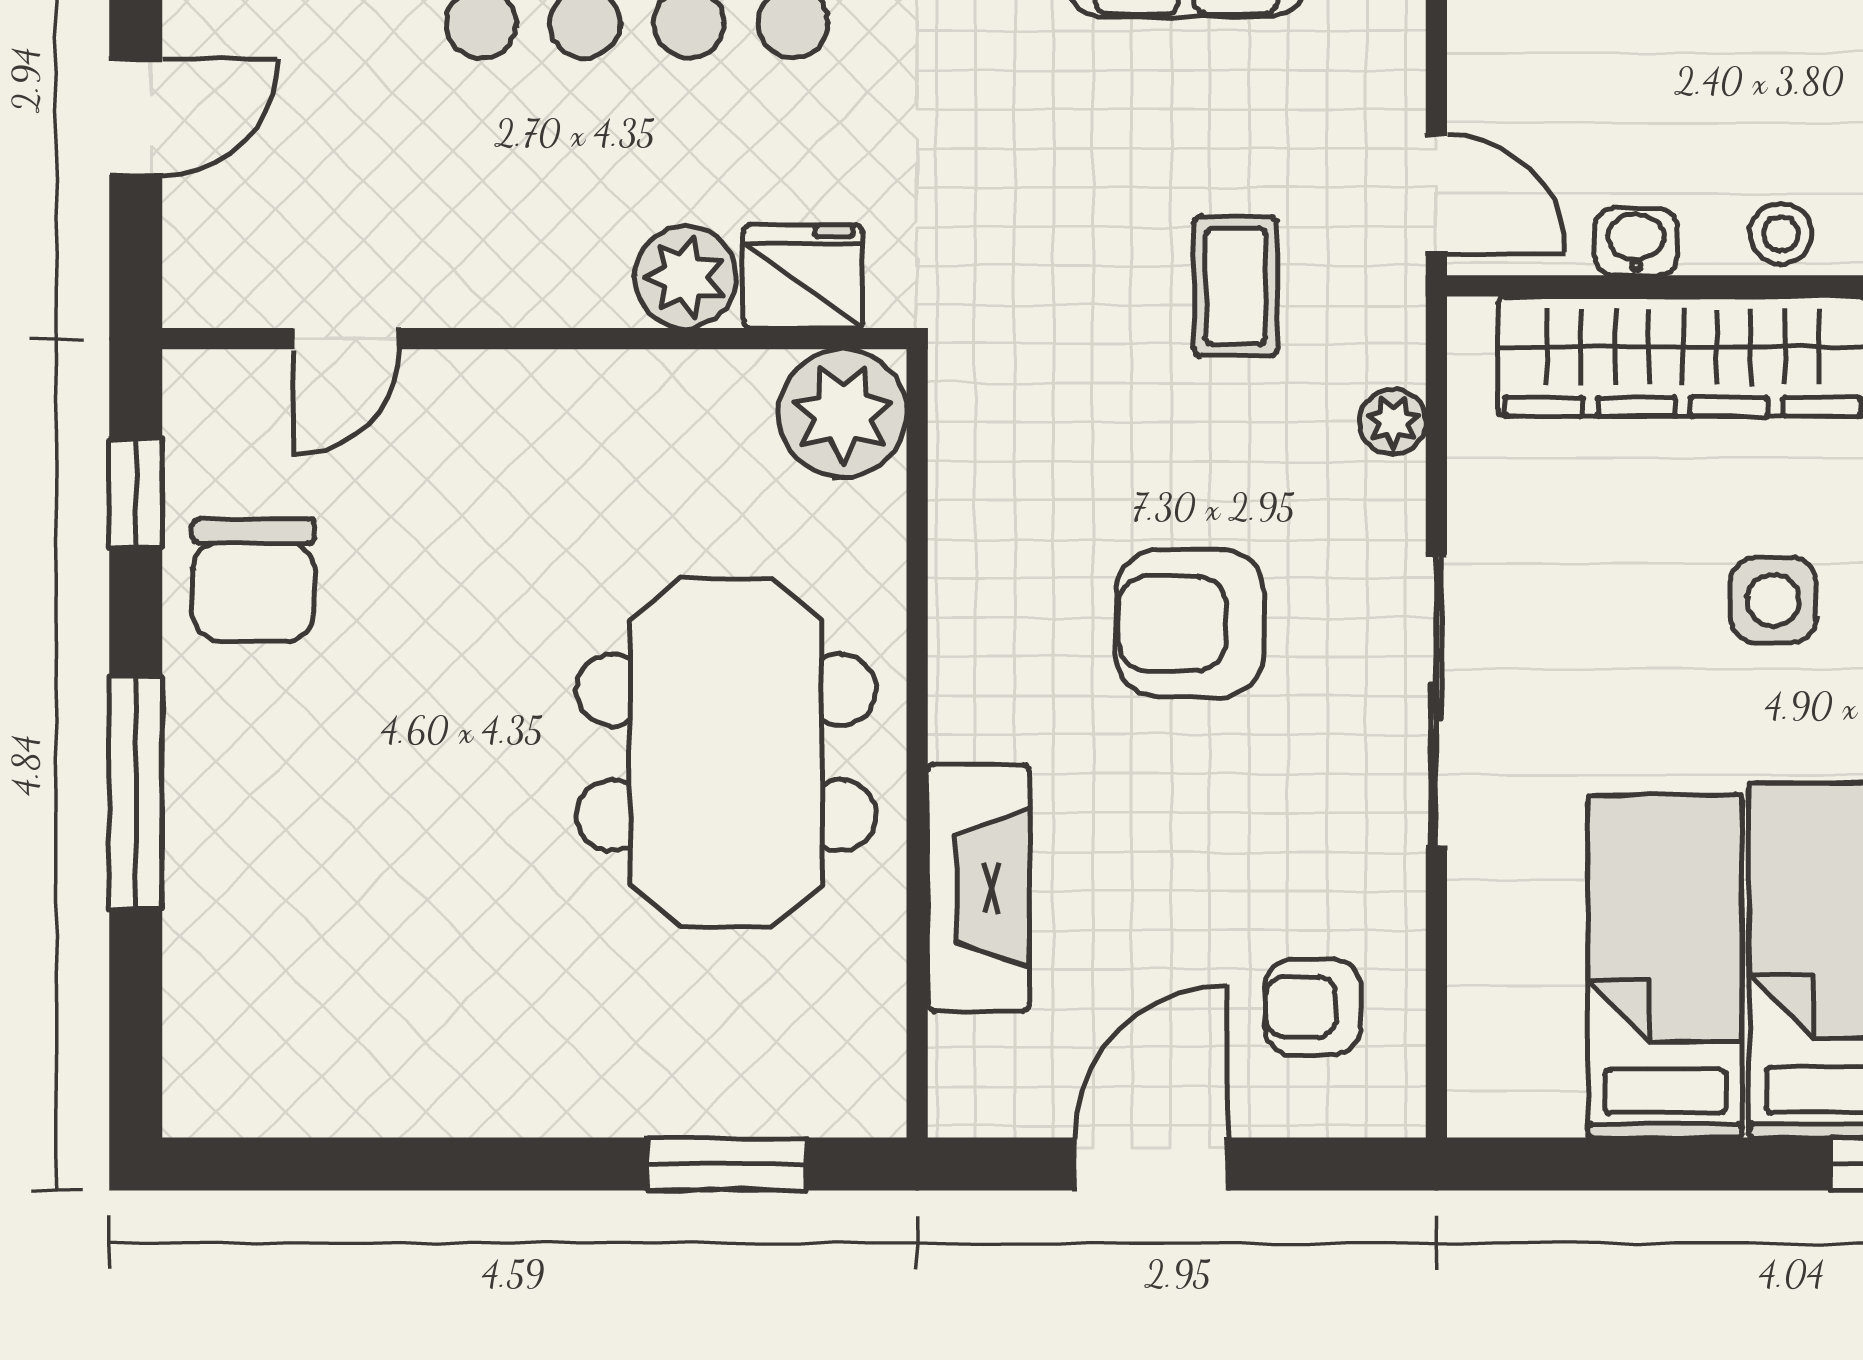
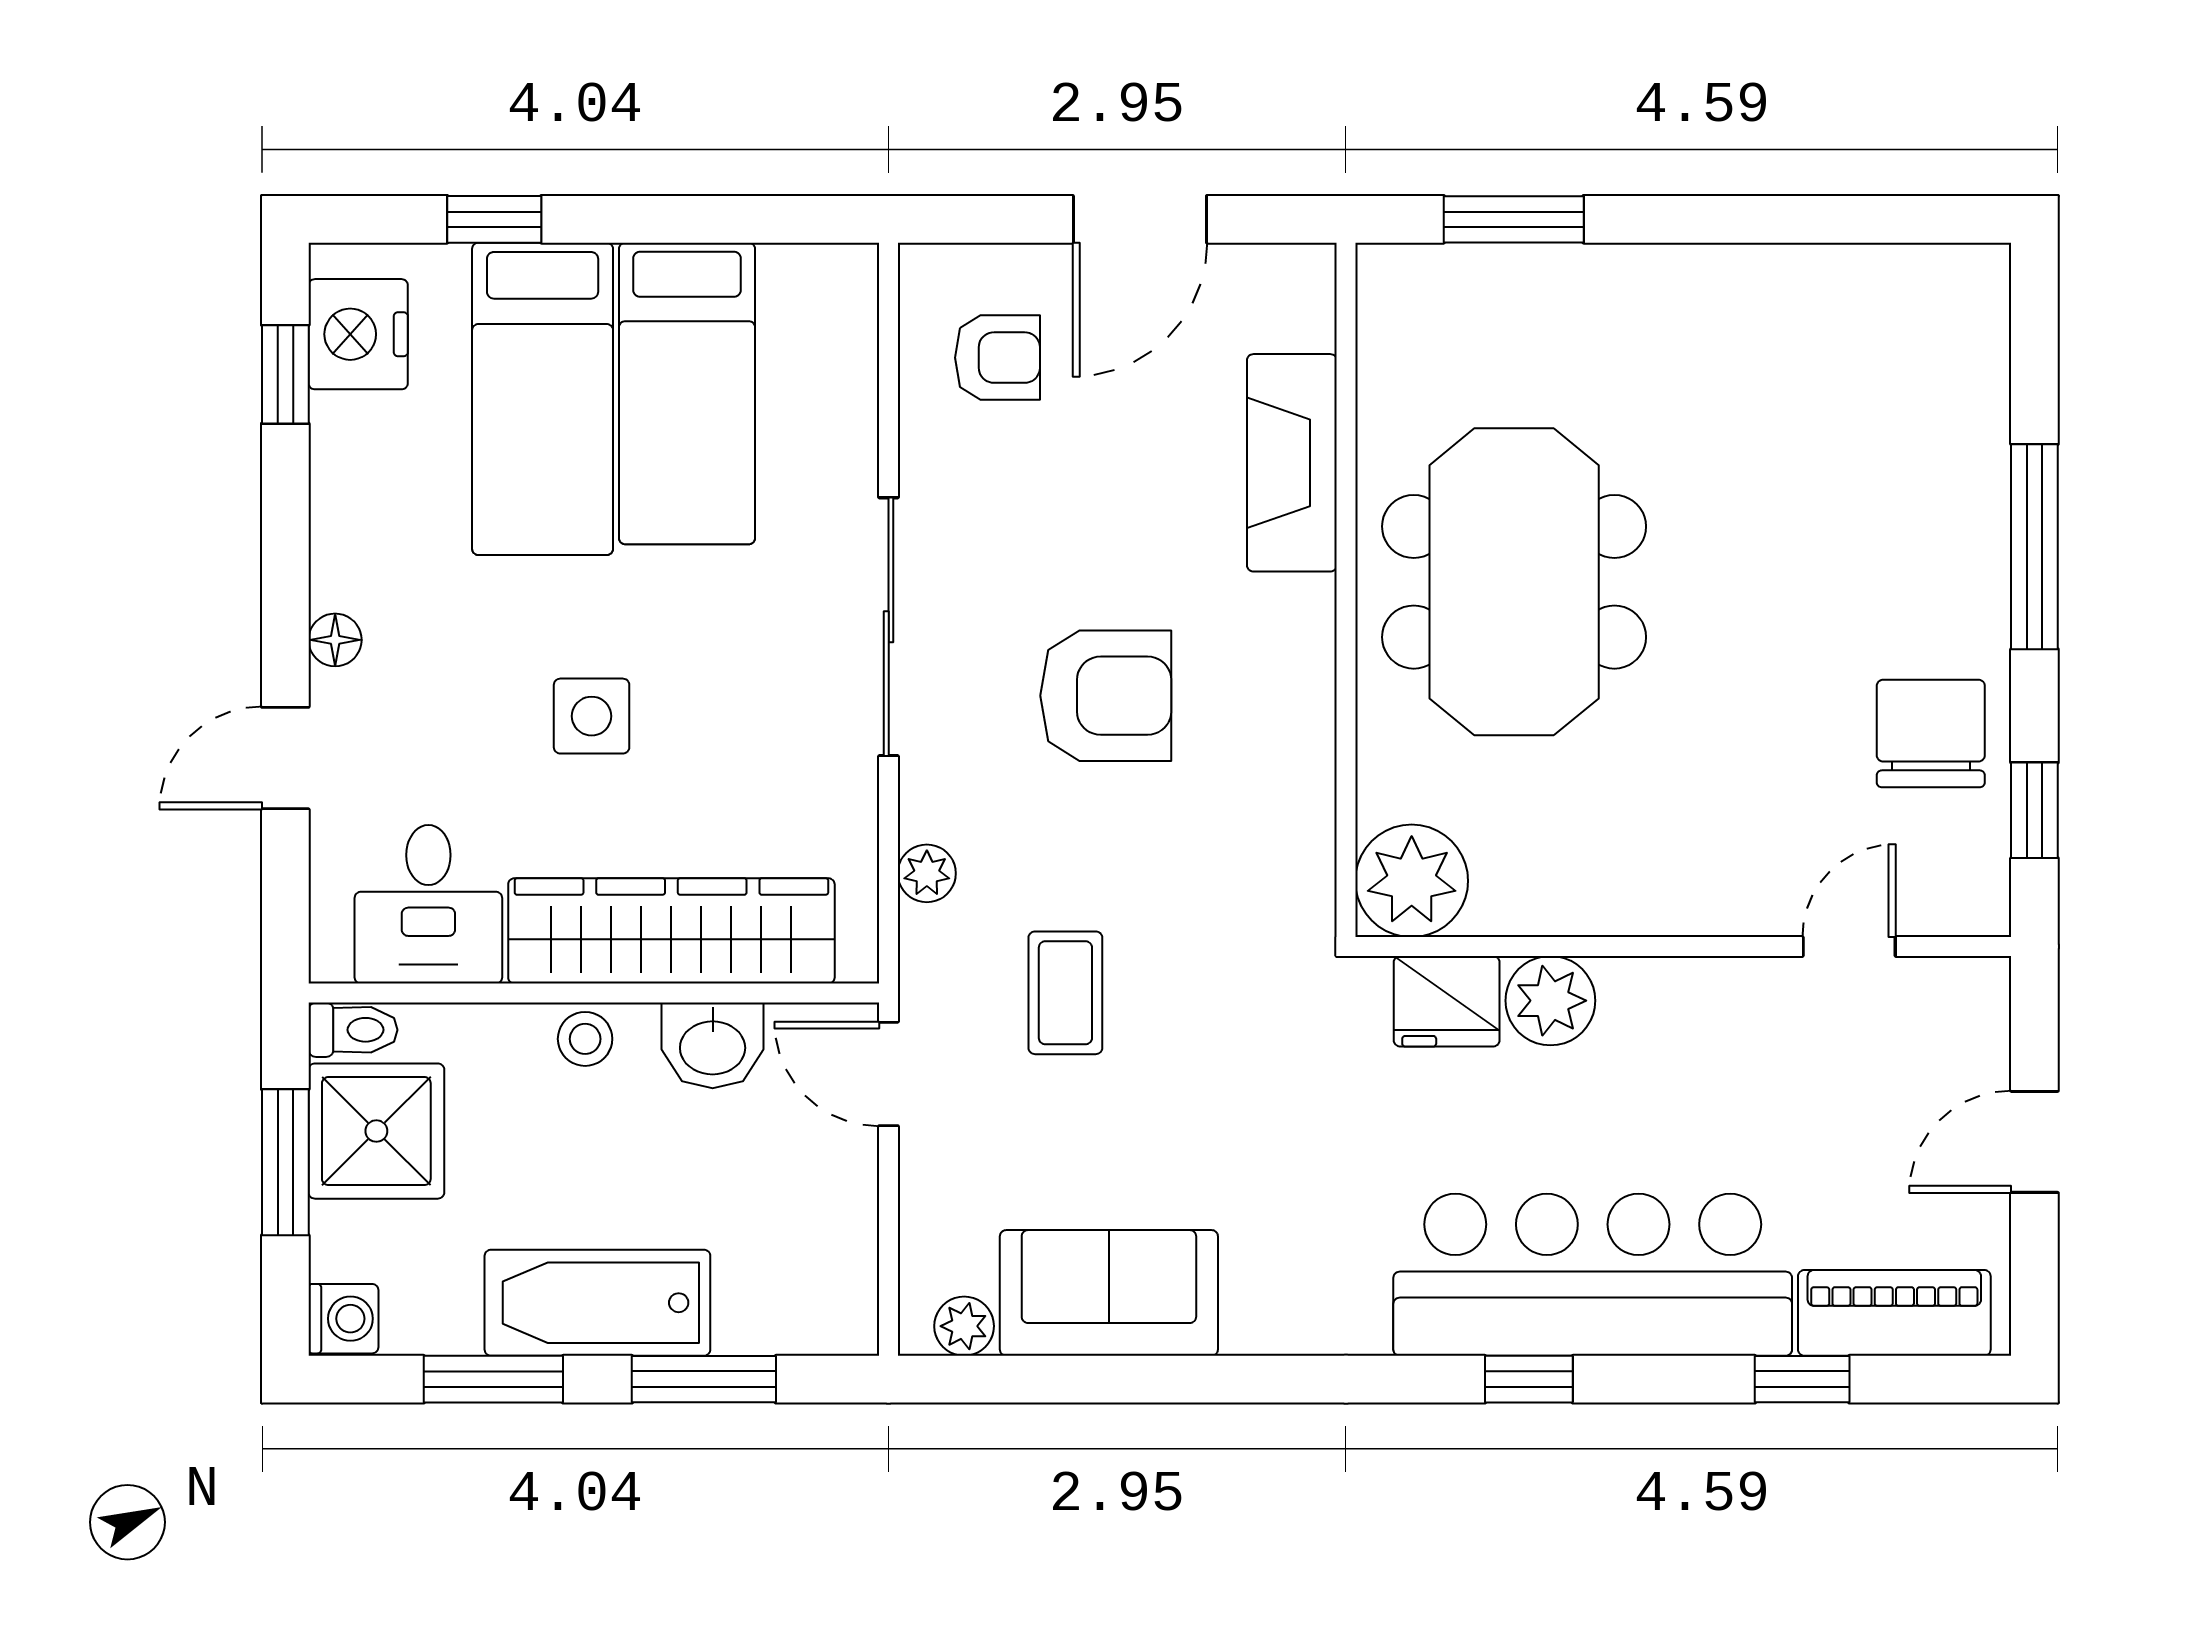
washbasin: (1636, 242) -> (713, 1045), width x1.38, depth x1.45

